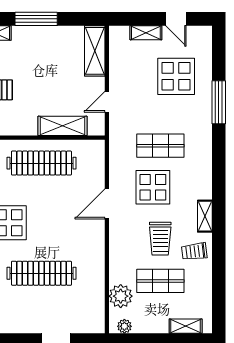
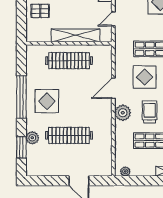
shelving: (62, 126) -> (76, 35), width x1.47
trolley: (160, 239) -> (150, 112), turned 180
plant: (121, 296) -> (123, 113), moved

